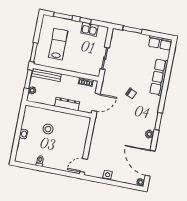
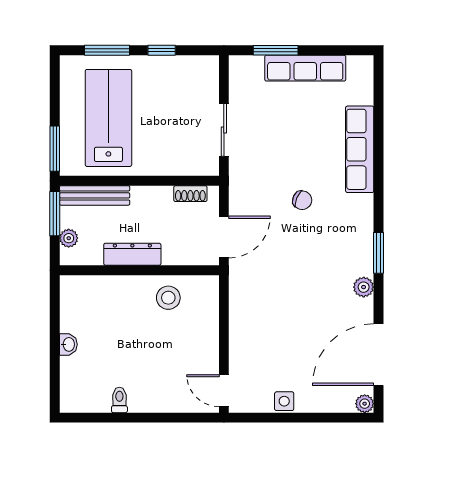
kitchen sink: (89, 29) -> (175, 69), removed
row of seats: (160, 43) -> (305, 68), moved, width x1.48
lab bench: (58, 44) -> (108, 118), width x1.36, depth x1.39
dresser: (67, 104) -> (132, 254), moved
stool: (48, 129) -> (168, 298), moved
door: (150, 163) -> (379, 355), hinge flipped
door: (84, 166) -> (224, 391), hinge flipped

